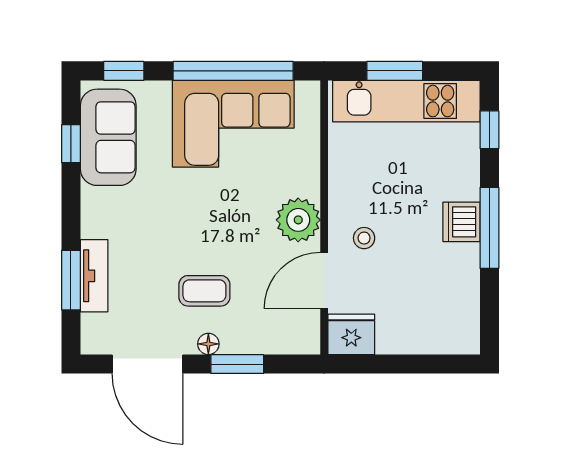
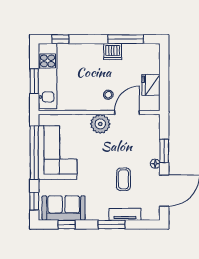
dishwasher: (461, 222) -> (113, 52), moved
window: (489, 228) -> (126, 39), moved
window: (71, 280) -> (112, 225), moved
door: (324, 280) -> (127, 112), swing flipped
coffee table: (204, 291) -> (123, 179), moved
fridge: (351, 334) -> (151, 85), moved

